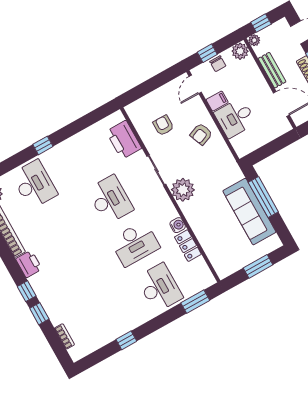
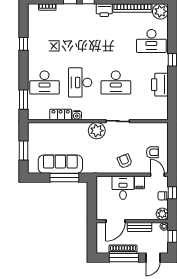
armchair: (163, 125) -> (152, 152), moved
printer: (124, 140) -> (160, 85), moved, turned -90

